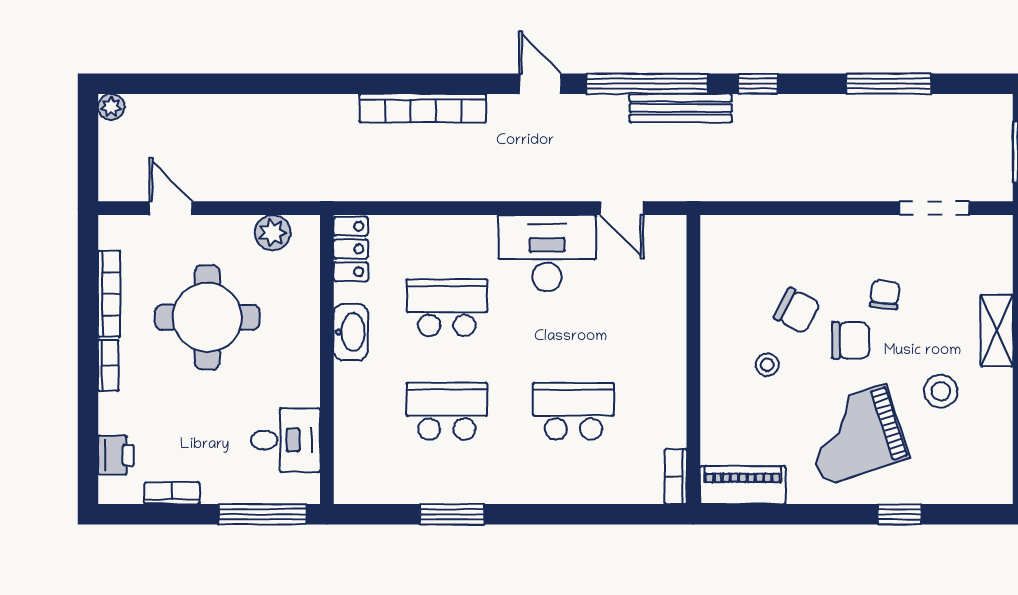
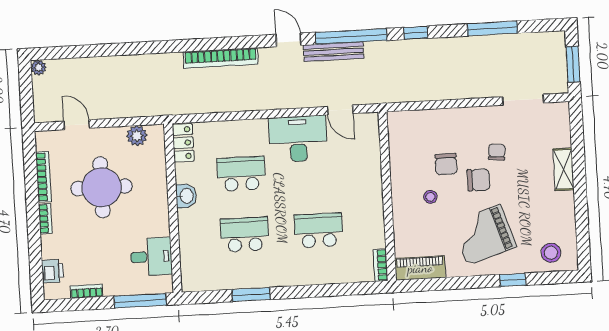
bench: (681, 108) -> (334, 52), moved
chair: (797, 311) -> (446, 164), turned 62
washbasin: (351, 332) -> (186, 196), width x0.72
stool: (941, 391) -> (551, 253), moved

